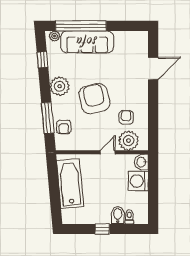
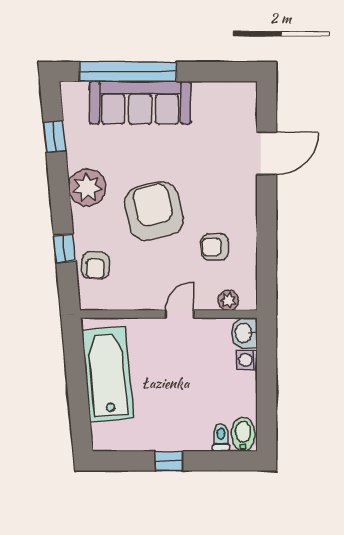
plant: (55, 36) -> (78, 91), removed
armchair: (126, 117) -> (215, 247), turned -90
window: (48, 118) -> (65, 248), width x0.46
plant: (129, 141) -> (228, 300), width x0.53, depth x0.53
washing machine: (138, 181) -> (247, 360), width x0.53, depth x0.53
bidet: (118, 215) -> (243, 434), moved

